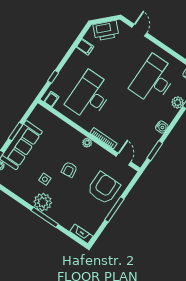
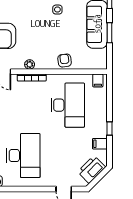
window: (53, 77) -> (109, 129), moved
plant: (87, 143) -> (30, 64), moved
armchair: (69, 169) -> (65, 60), moved

